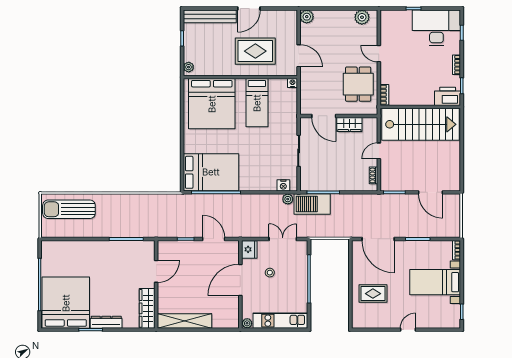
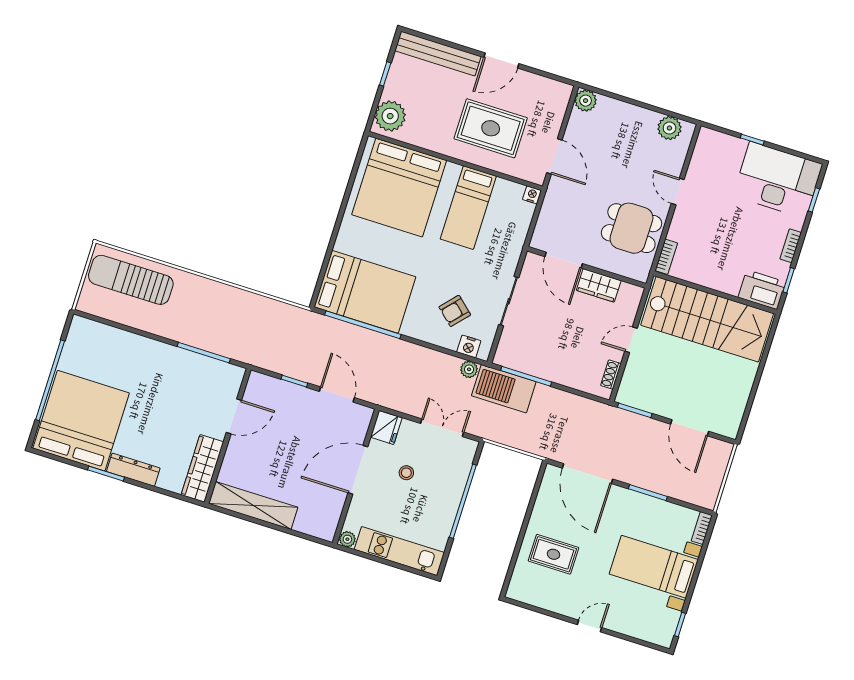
plant: (189, 67) -> (390, 116), width x1.87, depth x1.87
dining table: (358, 84) -> (631, 228), turned 90
armchair: (268, 167) -> (455, 311), added

